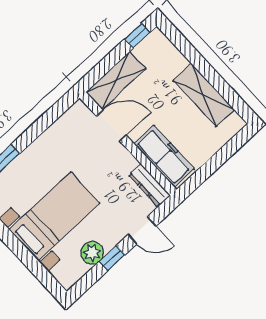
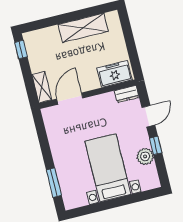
shelving: (116, 80) -> (42, 87), width x0.67, depth x0.75
freezer: (164, 156) -> (114, 74), width x0.71
dresser: (149, 185) -> (127, 94), width x0.70

